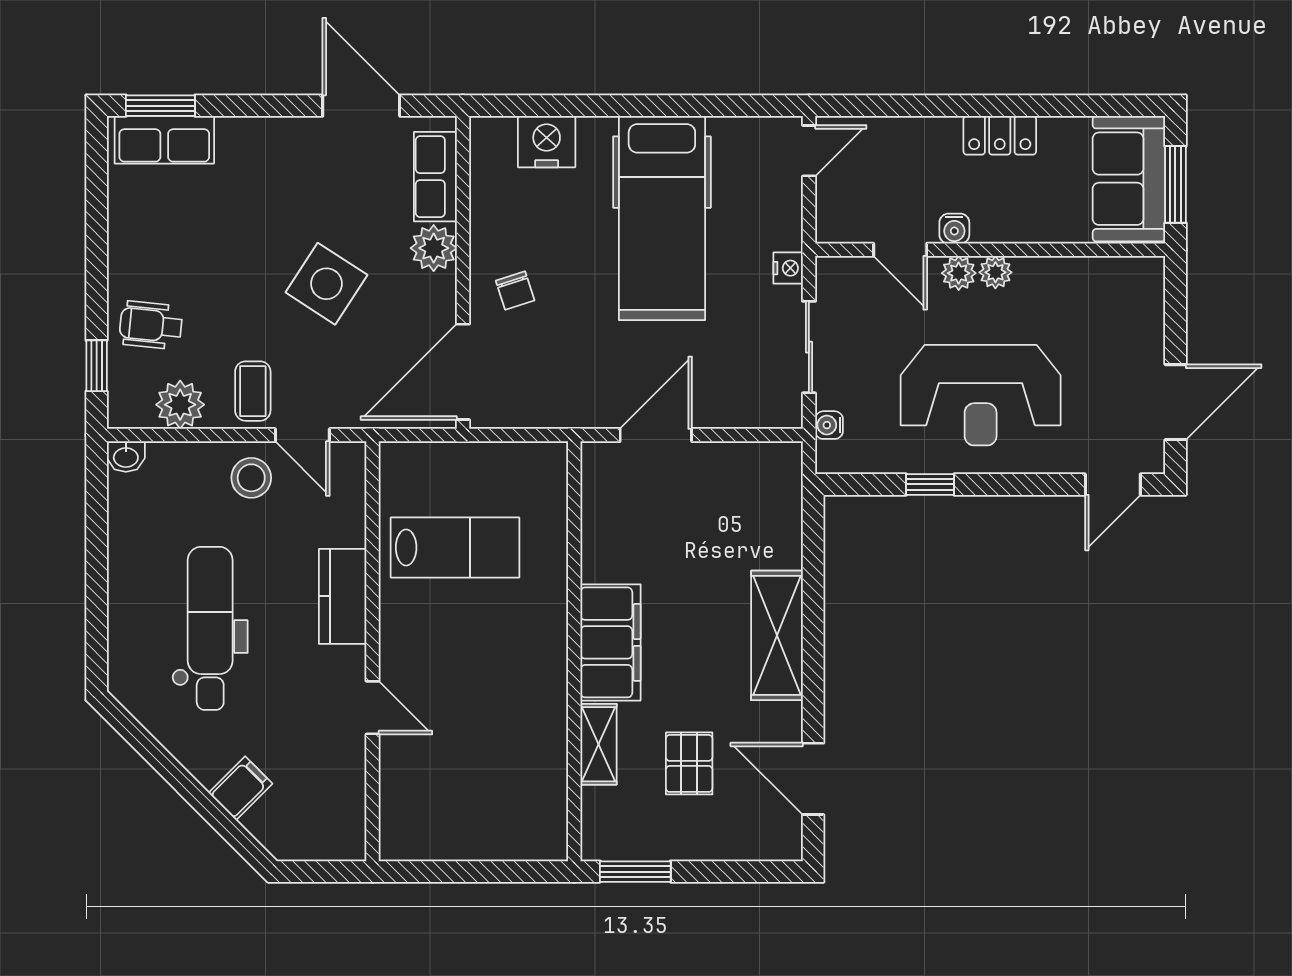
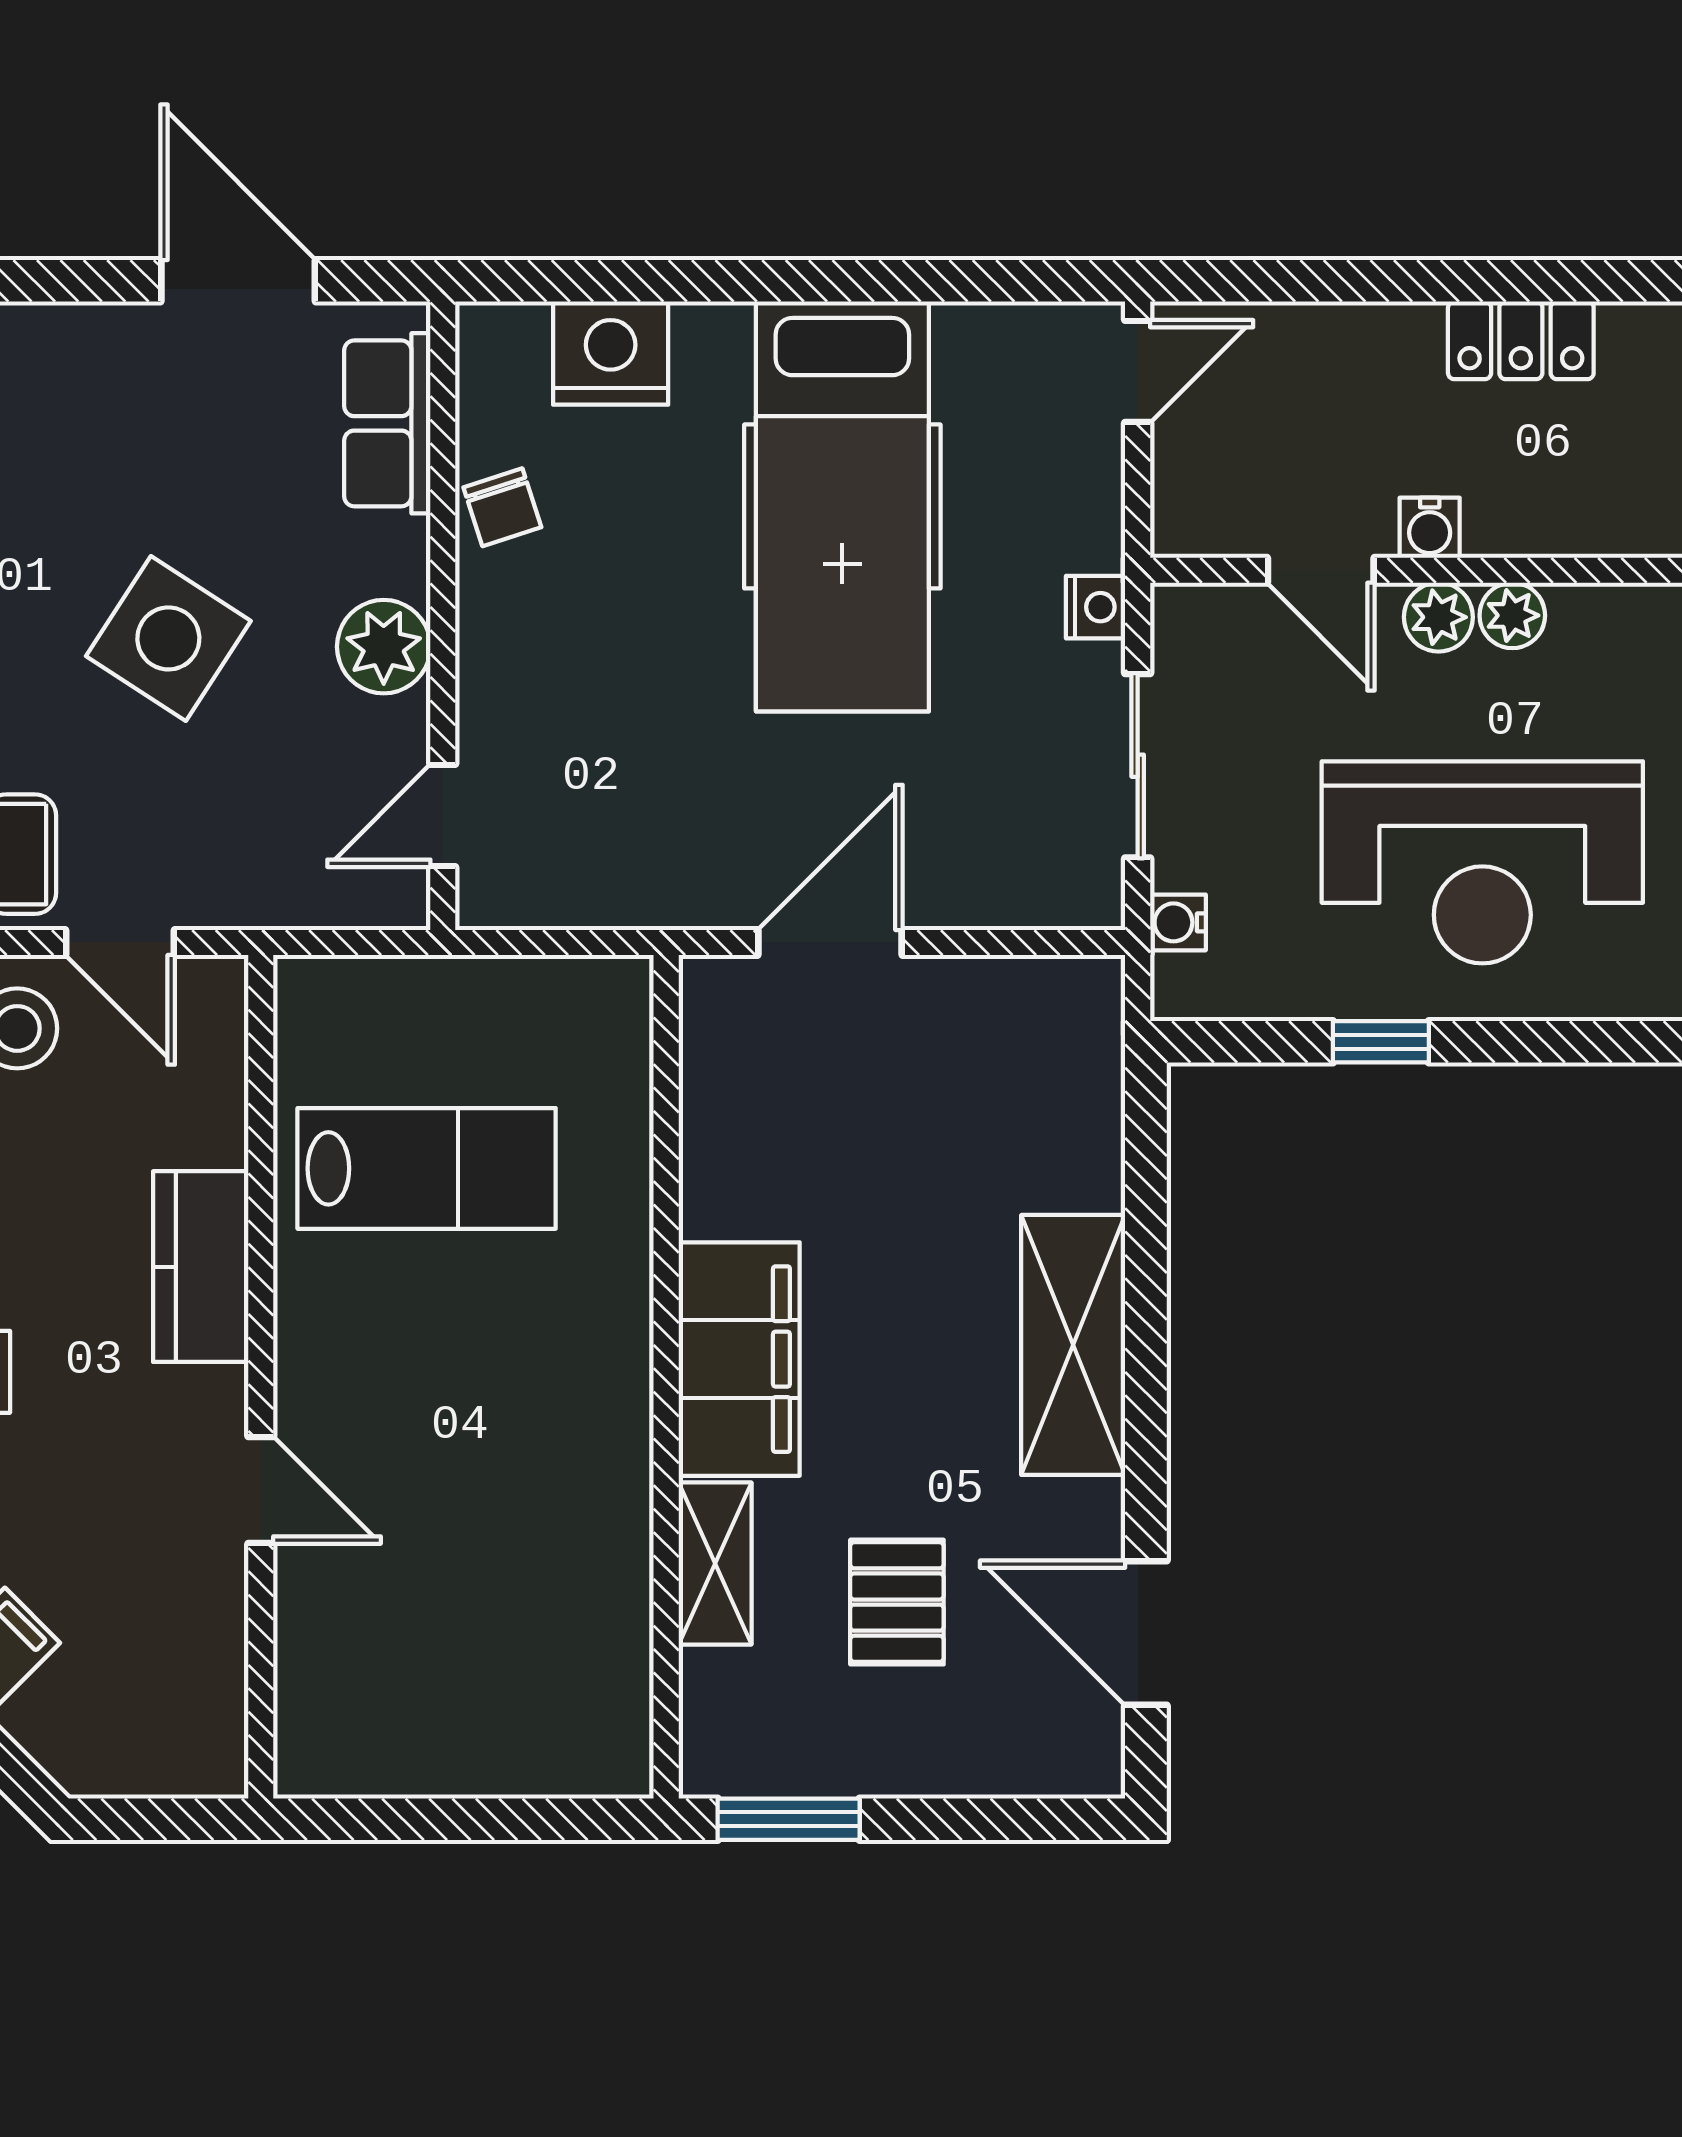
plant: (434, 248) -> (384, 647), moved
chair: (515, 291) -> (502, 507), moved
door: (463, 372) -> (443, 816), width x0.53

